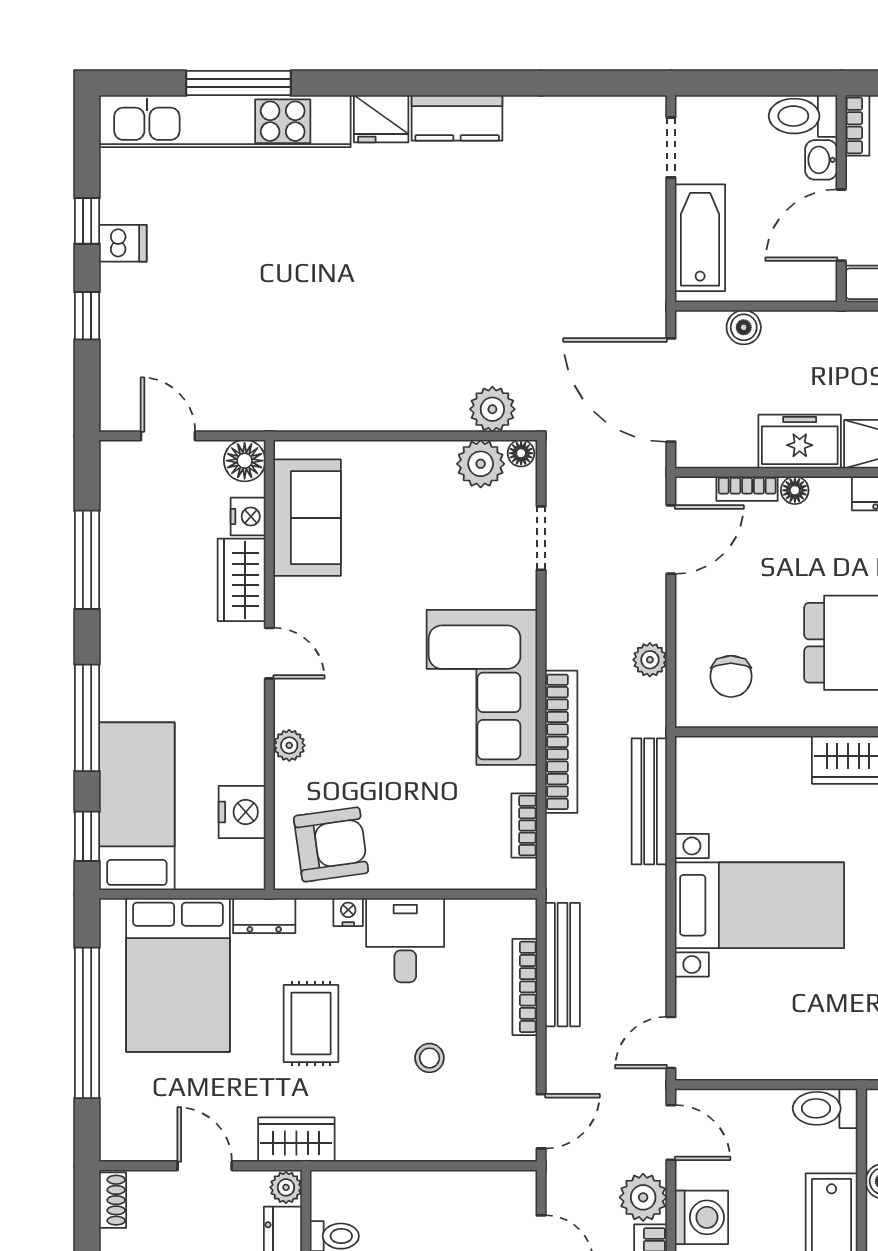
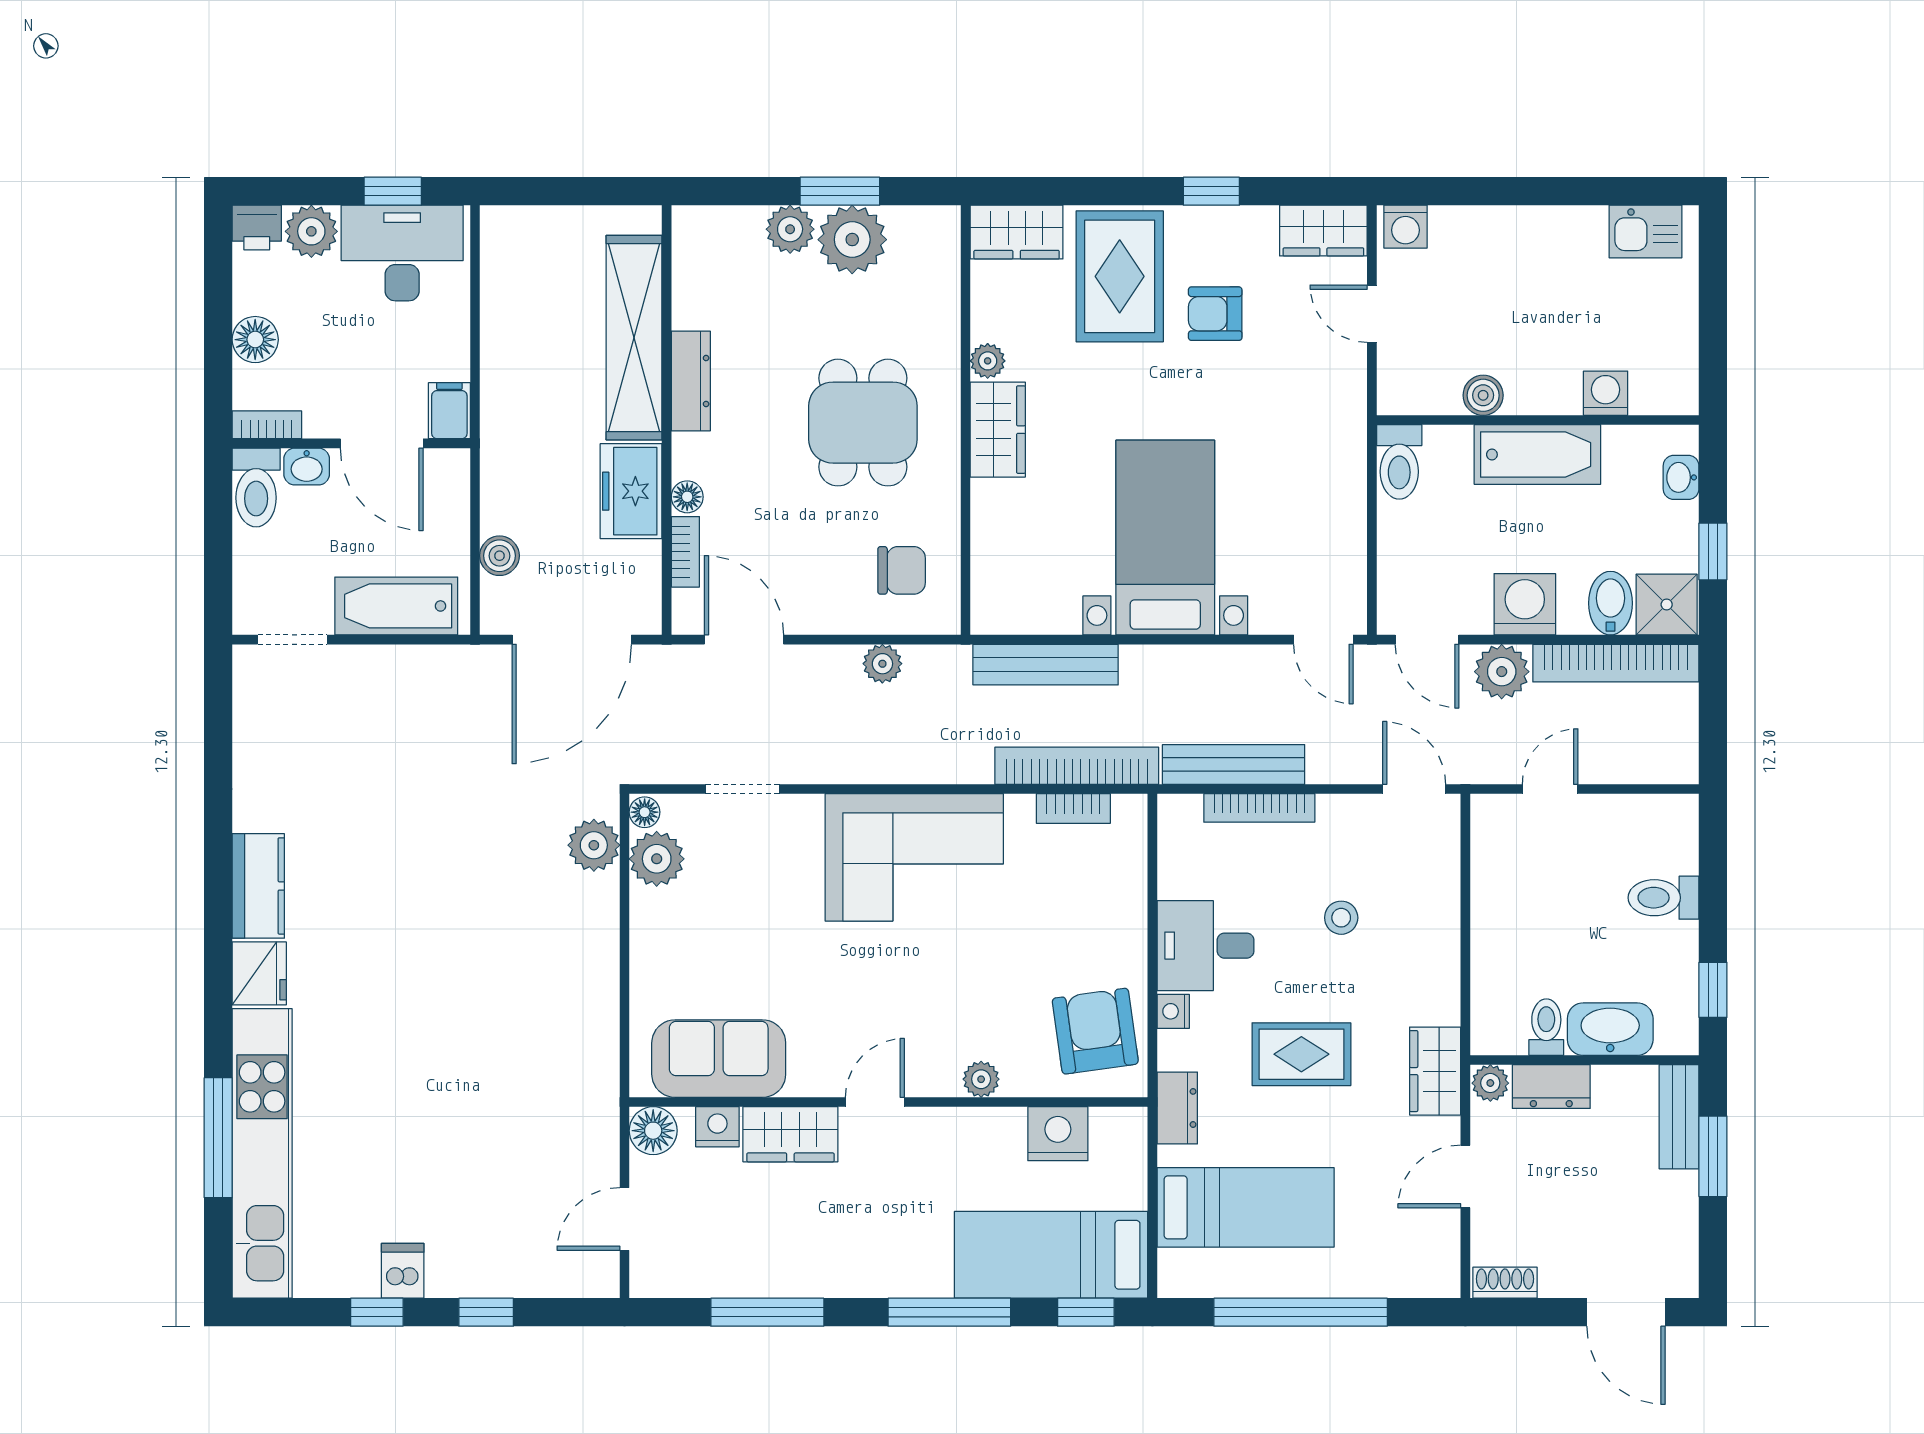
bookcase: (561, 742) -> (1077, 766), moved
bed: (178, 975) -> (1246, 1207), width x0.67
door: (671, 1133) -> (1427, 640), swing flipped

